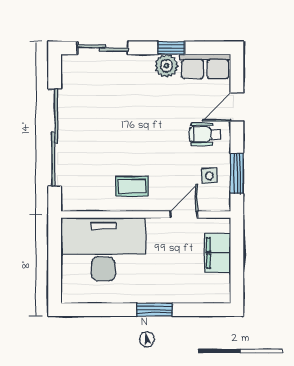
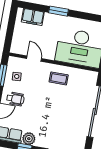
door: (184, 214) -> (34, 59), swing flipped
filing cabinet: (218, 253) -> (33, 17), moved, turned 90

